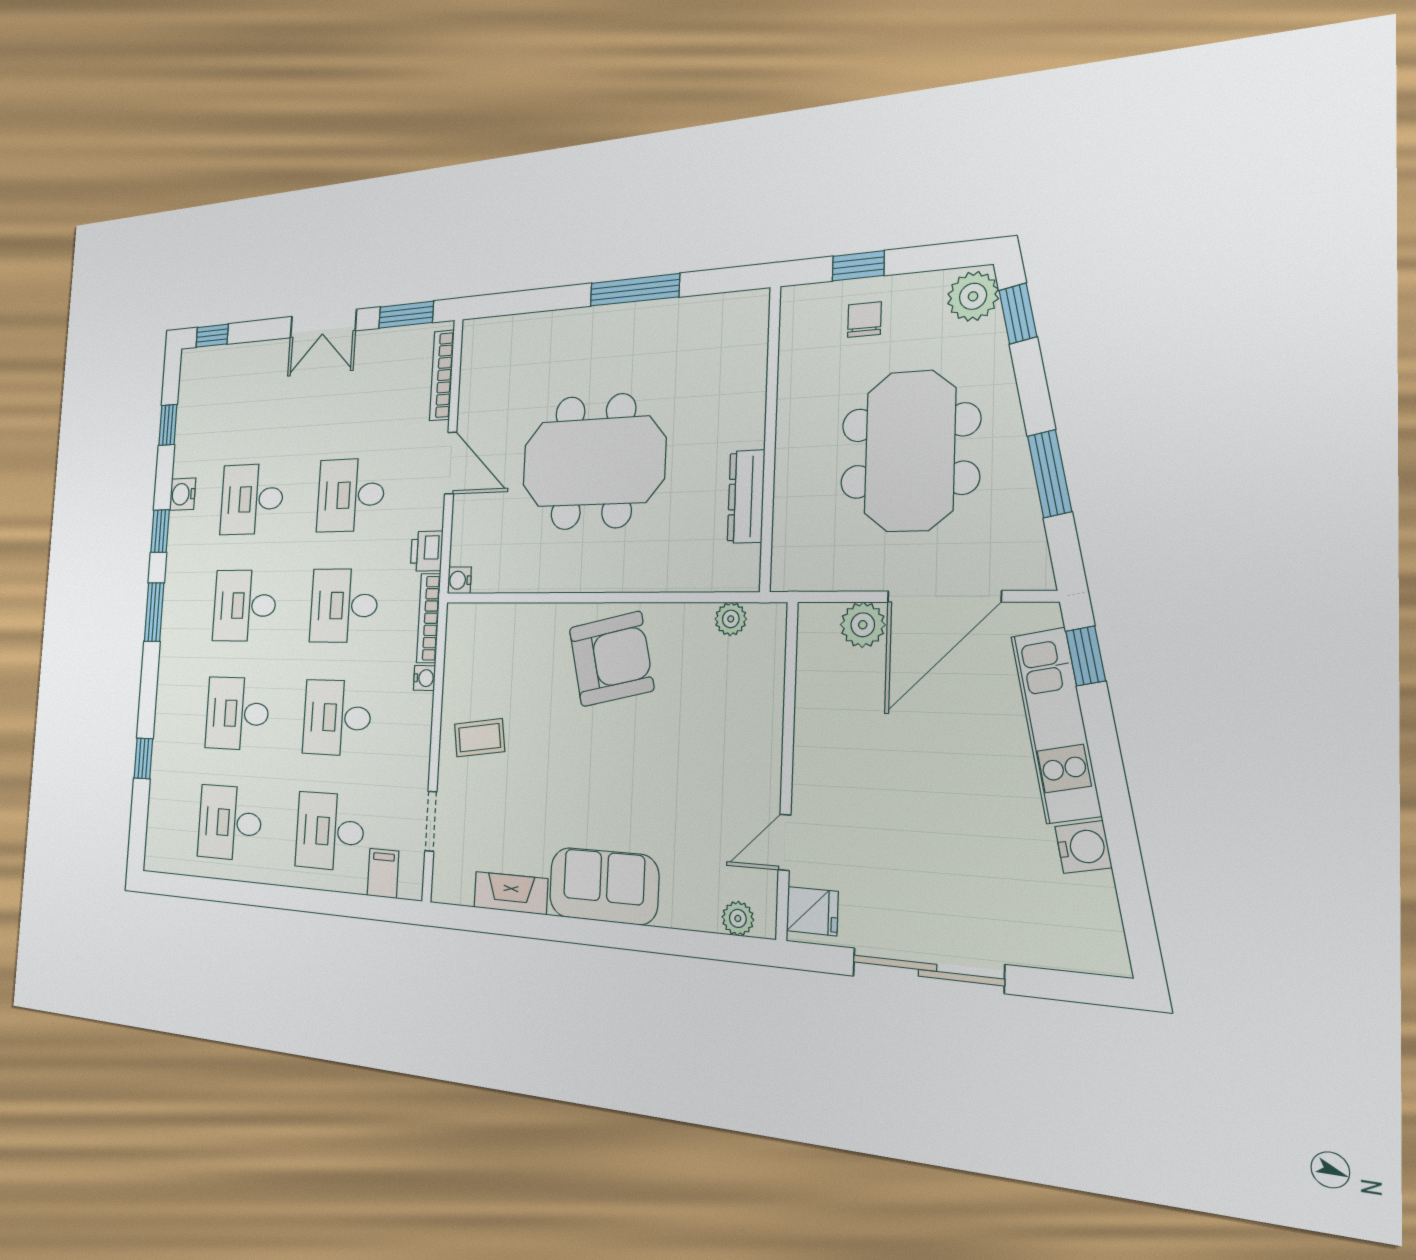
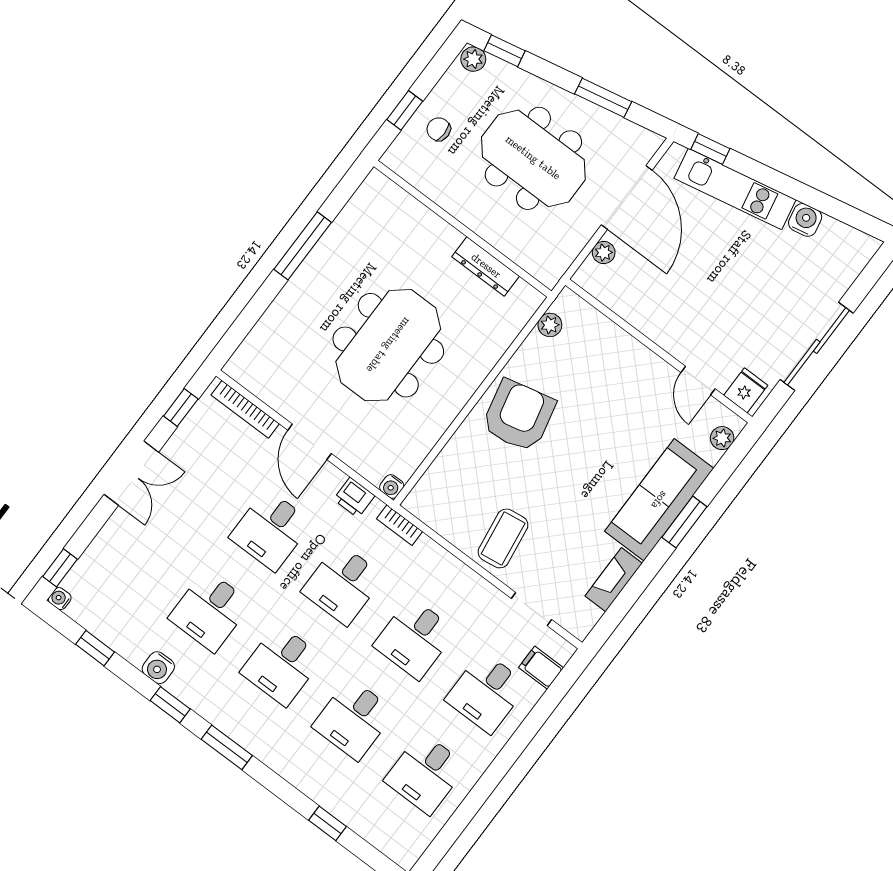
plant: (973, 296) -> (473, 59), width x0.73, depth x0.73
window: (406, 315) -> (181, 408), width x0.67
door: (451, 463) -> (310, 442), swing flipped
bookcase: (429, 618) -> (399, 525), width x0.64
plant: (863, 625) -> (604, 253), width x0.73, depth x0.73
water cooler: (424, 678) -> (60, 599), moved, turned -90
coffee table: (480, 738) -> (503, 538), width x1.36, depth x1.30
sofa: (604, 886) -> (659, 500), width x1.36
window: (618, 935) -> (684, 522), added

